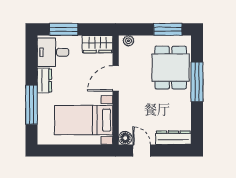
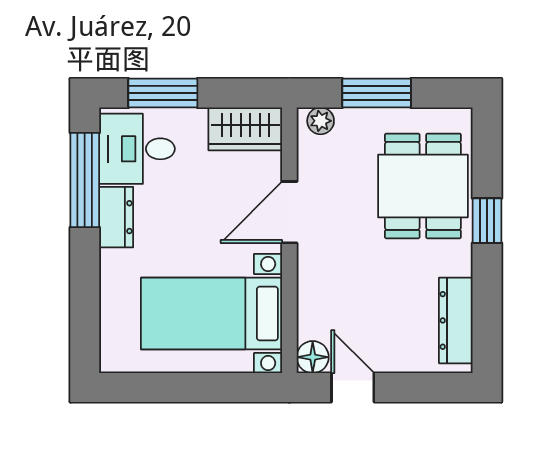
window: (168, 29) -> (377, 93), moved
window: (197, 82) -> (487, 221), width x0.46
window: (31, 105) -> (85, 180), moved
dresser: (173, 138) -> (456, 320), moved, turned -90

